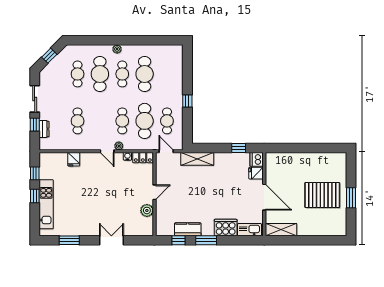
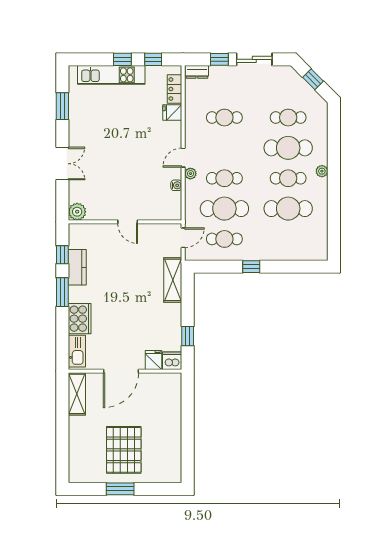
dresser: (44, 129) -> (197, 72), moved
locker: (143, 158) -> (175, 89), moved
plant: (147, 210) -> (77, 212), moved

